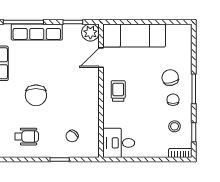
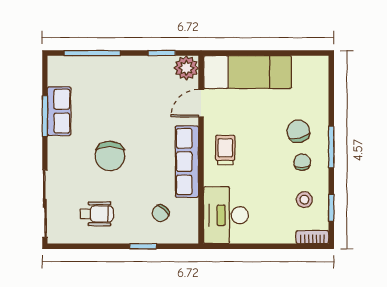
row of seats: (37, 32) -> (187, 162), moved, turned 90
desk: (119, 143) -> (226, 215), width x1.37

